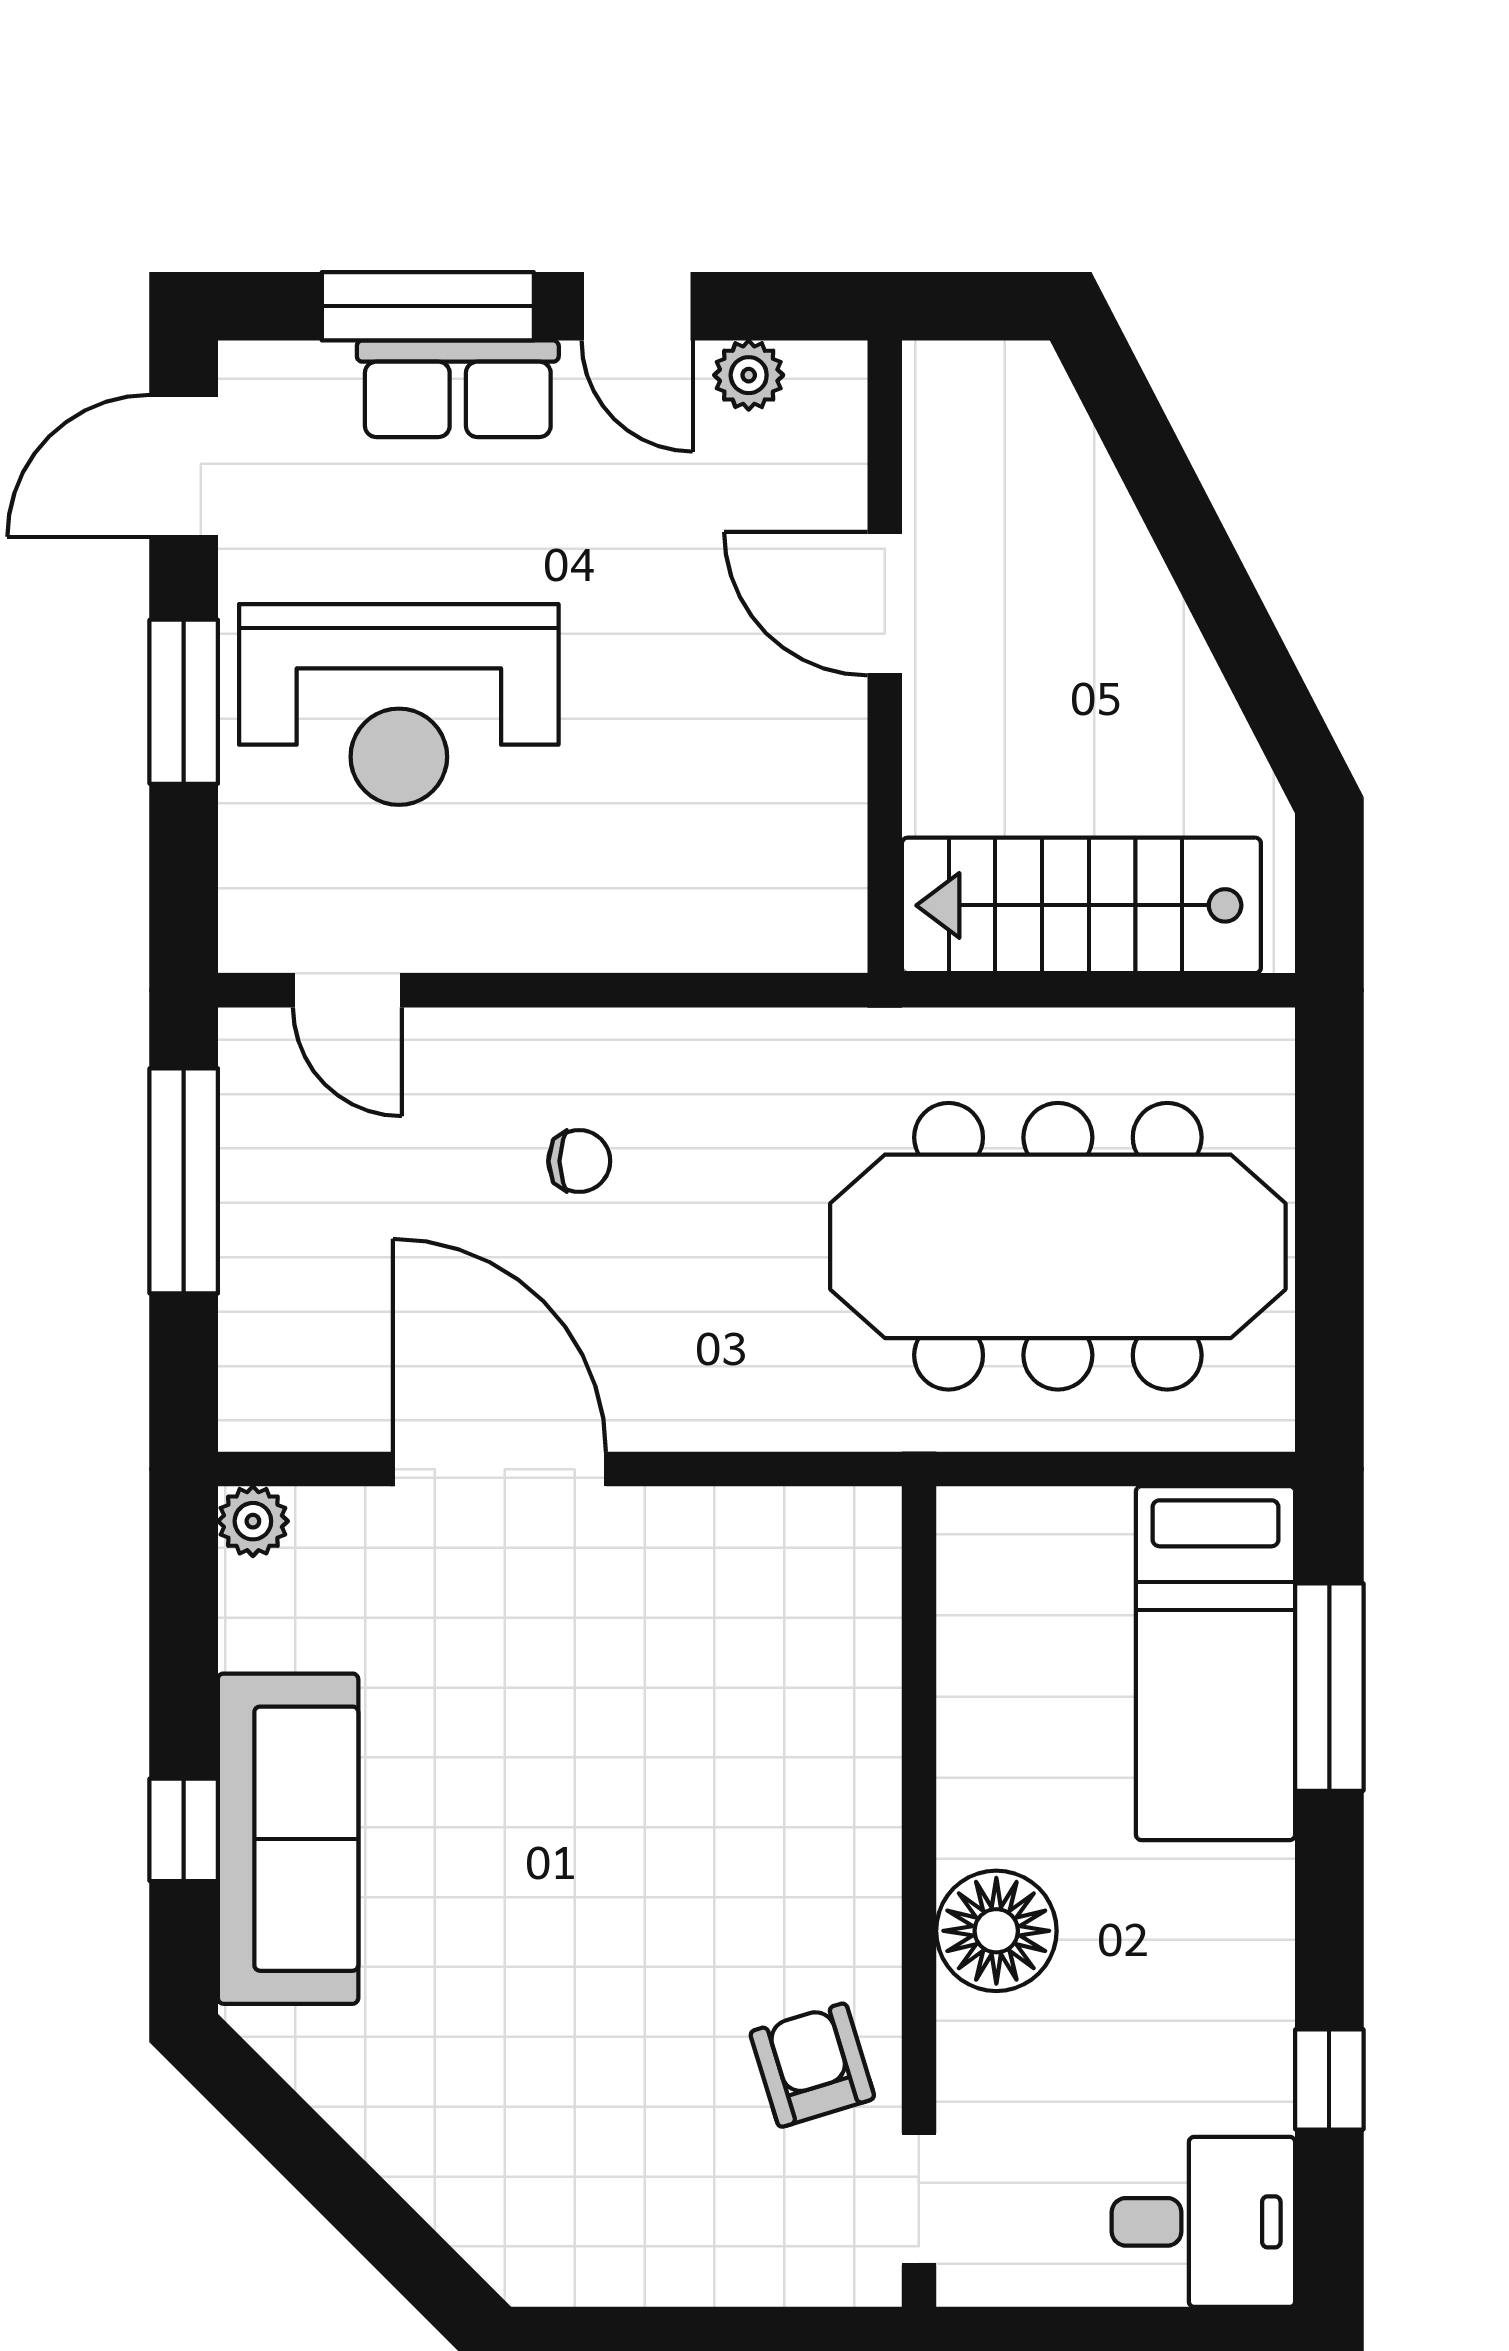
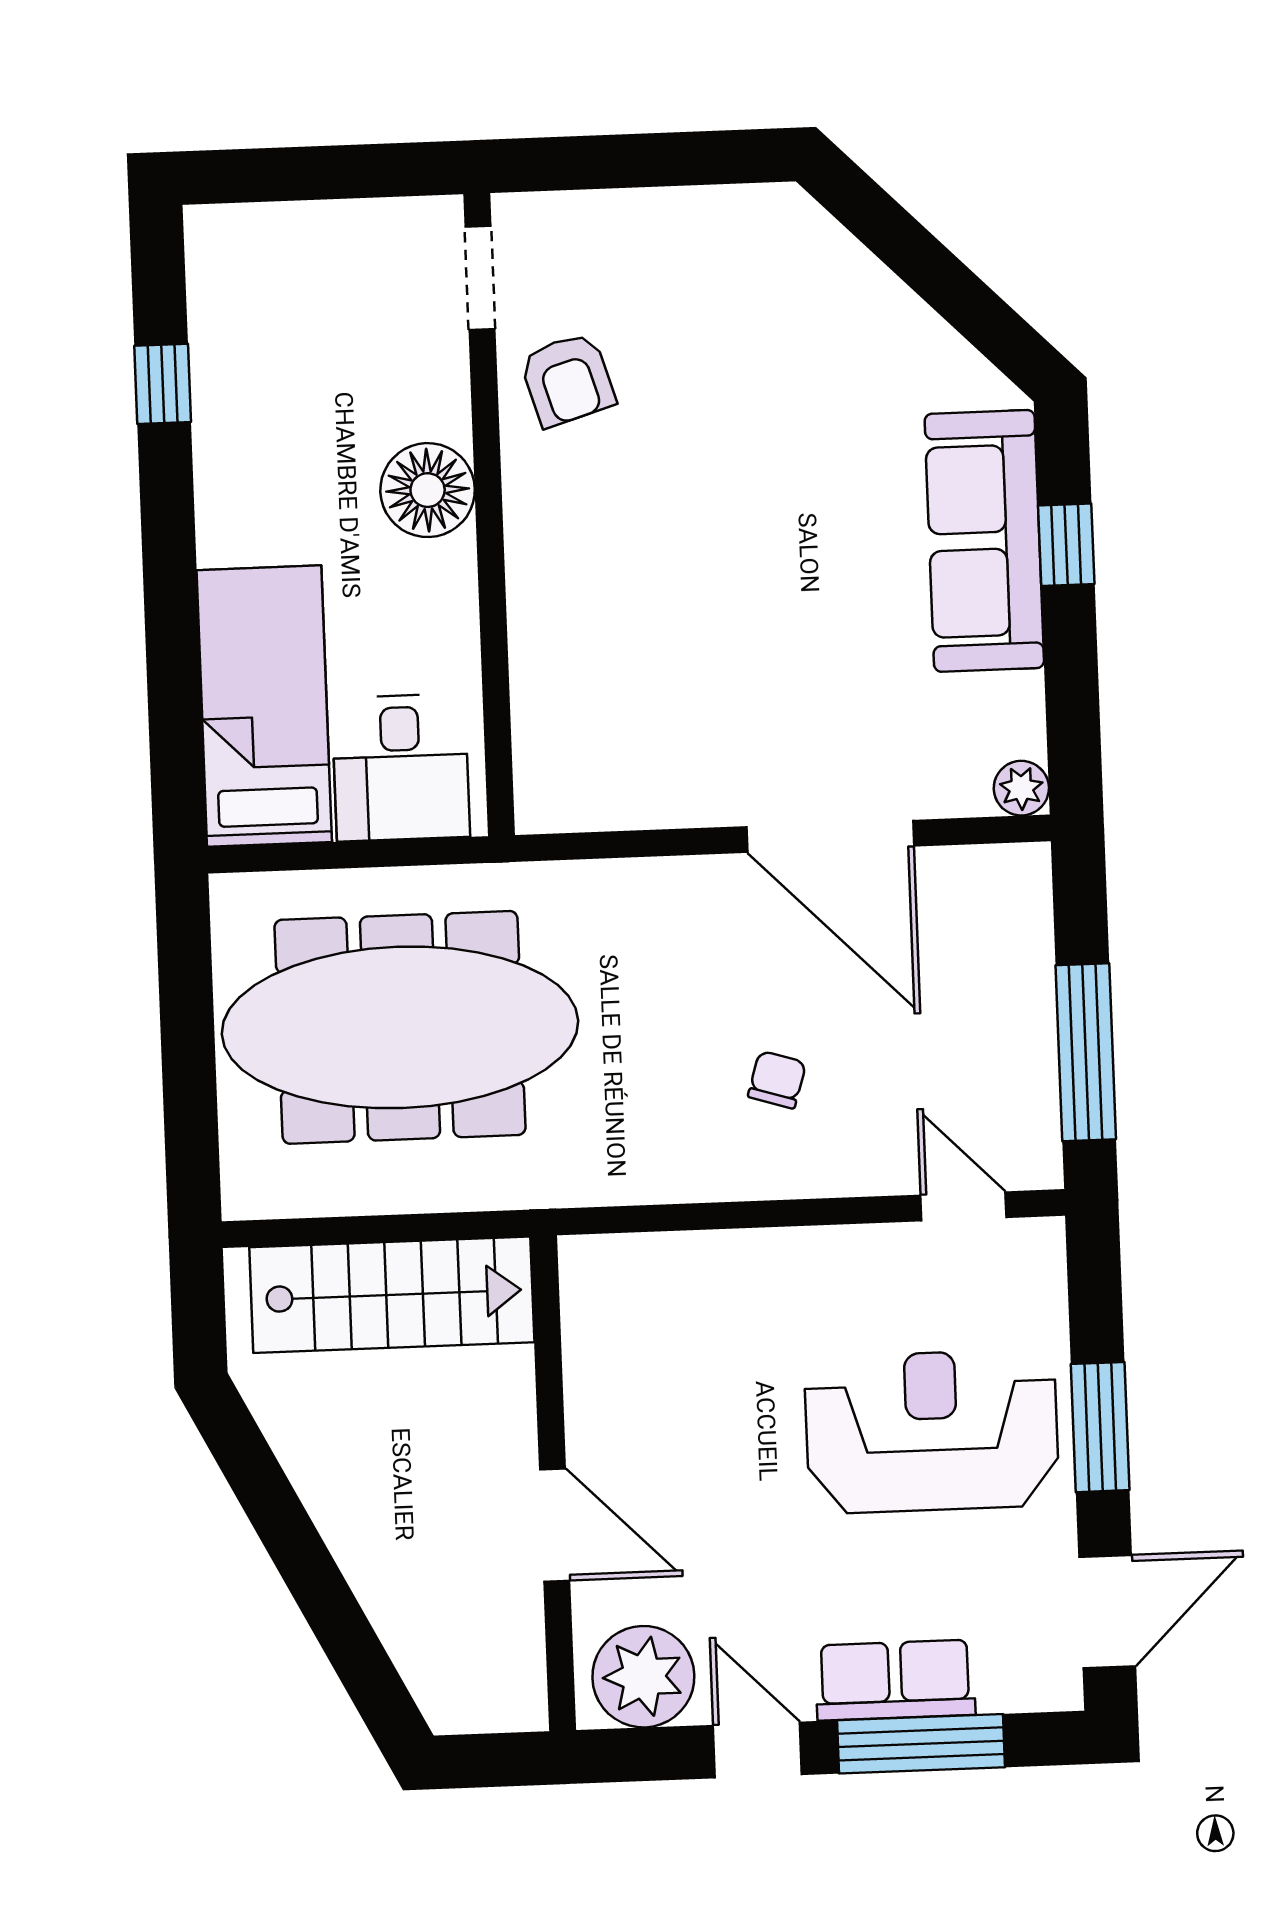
plant: (749, 375) -> (643, 1677), width x1.87, depth x1.87
chair: (579, 1161) -> (777, 1080), turned 107
window: (1329, 1687) -> (174, 691), removed
desk: (1203, 2222) -> (401, 768), moved, turned -90

